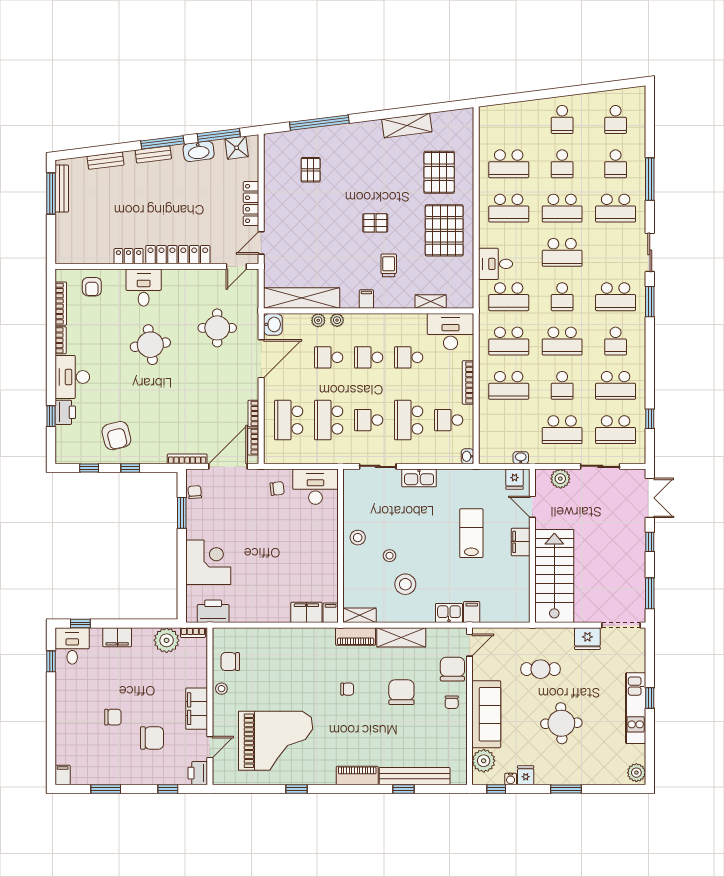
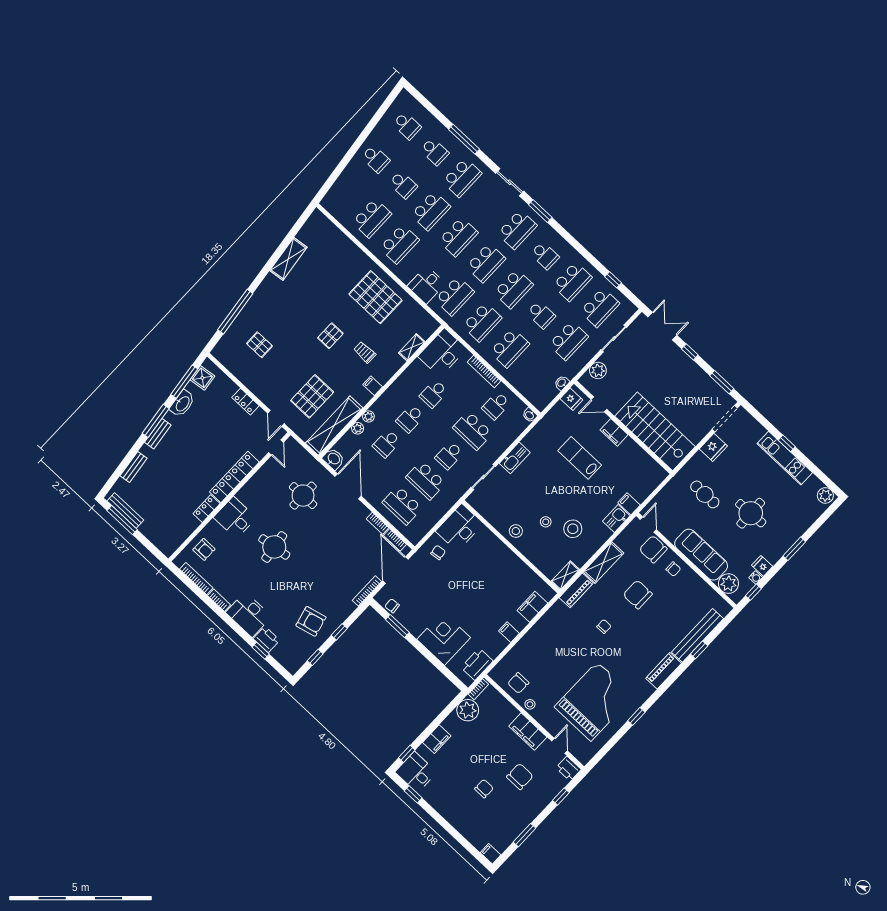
pallet: (439, 172) -> (312, 396), moved, turned 90
locker: (251, 203) -> (246, 402), width x0.66
school desk: (562, 297) -> (486, 263), width x1.85
filing cabinet: (331, 613) -> (509, 632), moved
cafe table: (540, 669) -> (705, 494), turned 90

